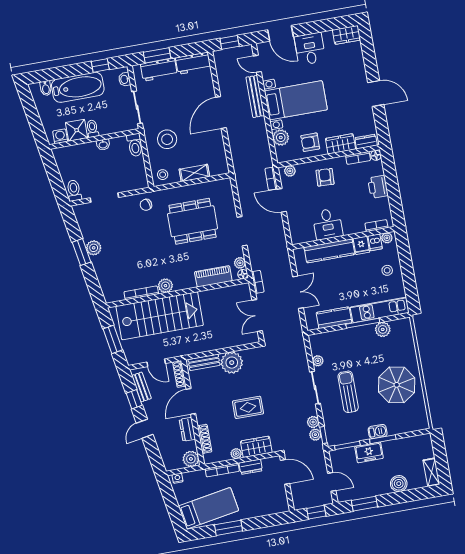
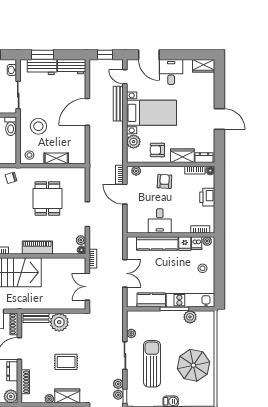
dining table: (193, 221) -> (47, 198), width x0.73
piano: (213, 276) -> (37, 247), moved
plant: (165, 286) -> (15, 248), removed
sun lounger: (348, 392) -> (152, 364), width x1.36, depth x1.34

